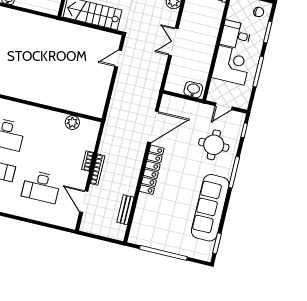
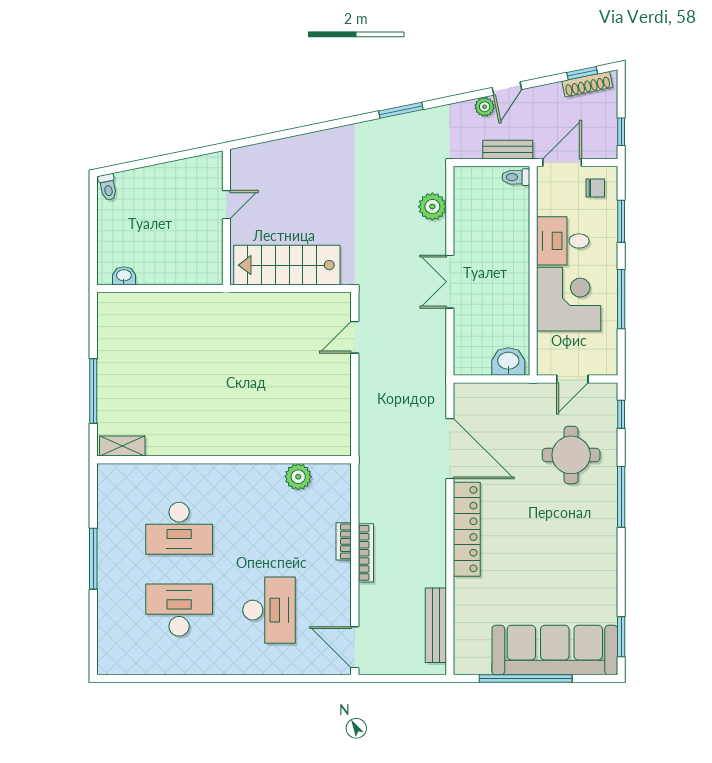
door: (153, 127) -> (450, 449), hinge flipped
desk: (41, 187) -> (269, 610), turned -90
door: (84, 202) -> (355, 647), moved
sofa: (210, 208) -> (555, 650), moved, turned 90
bench: (125, 210) -> (436, 625), width x1.36

